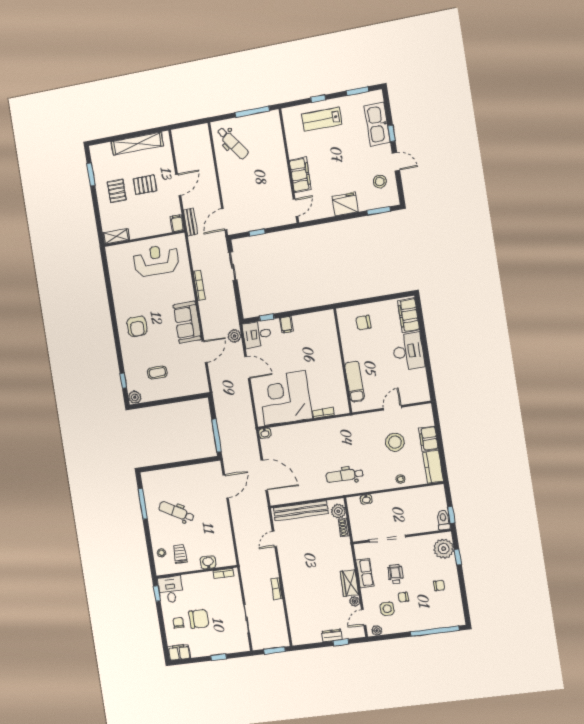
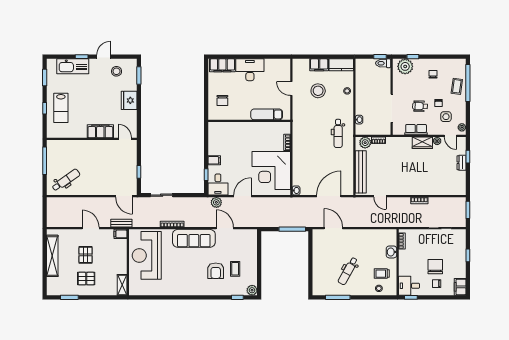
reception desk: (156, 261) -> (147, 255), width x1.36, depth x1.30
sofa: (187, 322) -> (194, 238), width x1.36
armchair: (137, 326) -> (216, 271), moved, turned 90
coffee table: (428, 618) -> (457, 86), added

